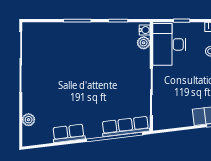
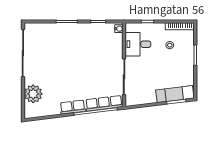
plant: (144, 43) -> (118, 38), removed
desk: (169, 44) -> (138, 44), width x0.73
plant: (29, 120) -> (33, 94), width x1.87, depth x1.87
row of seats: (69, 133) -> (73, 107), moved

